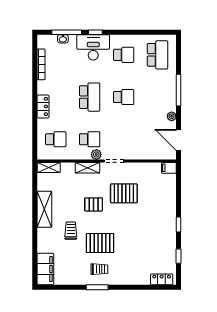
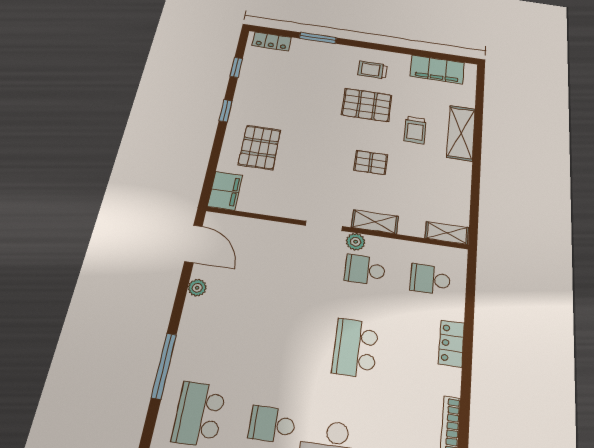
window: (179, 90) -> (164, 366), moved
school desk: (124, 97) -> (287, 338), removed
filing cabinet: (169, 168) -> (225, 191), width x2.00
pallet: (124, 193) -> (260, 147), moved, turned 90
shelving: (44, 209) -> (461, 133), moved
filing cabinet: (45, 269) -> (437, 69), moved, turned -90
window: (97, 287) -> (318, 38), moved

